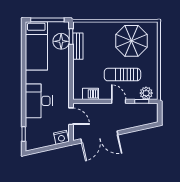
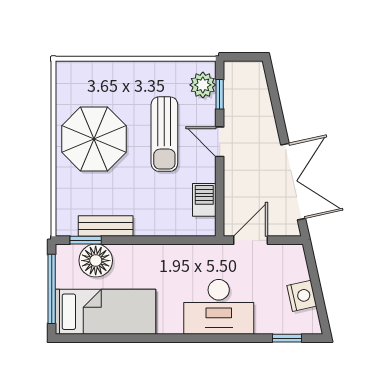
parasol: (132, 41) -> (94, 139), moved
door: (119, 101) -> (220, 142), hinge flipped
nightstand: (61, 137) -> (302, 296), moved

